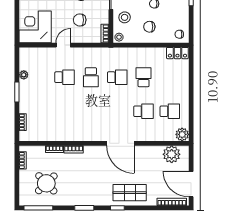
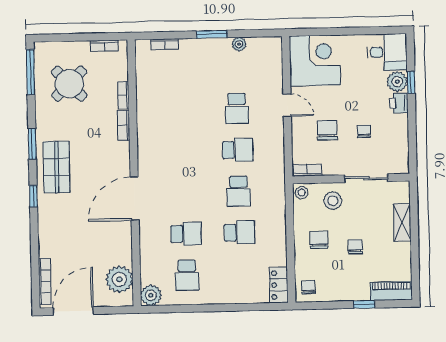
school desk: (91, 77) -> (238, 150), turned 180
school desk: (144, 111) -> (186, 234), turned -90
shop shelf: (130, 193) -> (57, 167), moved

